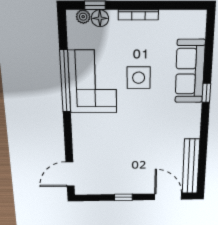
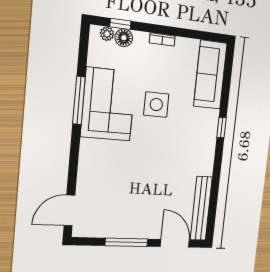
bookcase: (138, 15) -> (162, 39), width x0.64
sofa: (190, 71) -> (210, 75), moved
window: (65, 81) -> (79, 100), width x0.68
window: (123, 197) -> (126, 242), width x2.17

